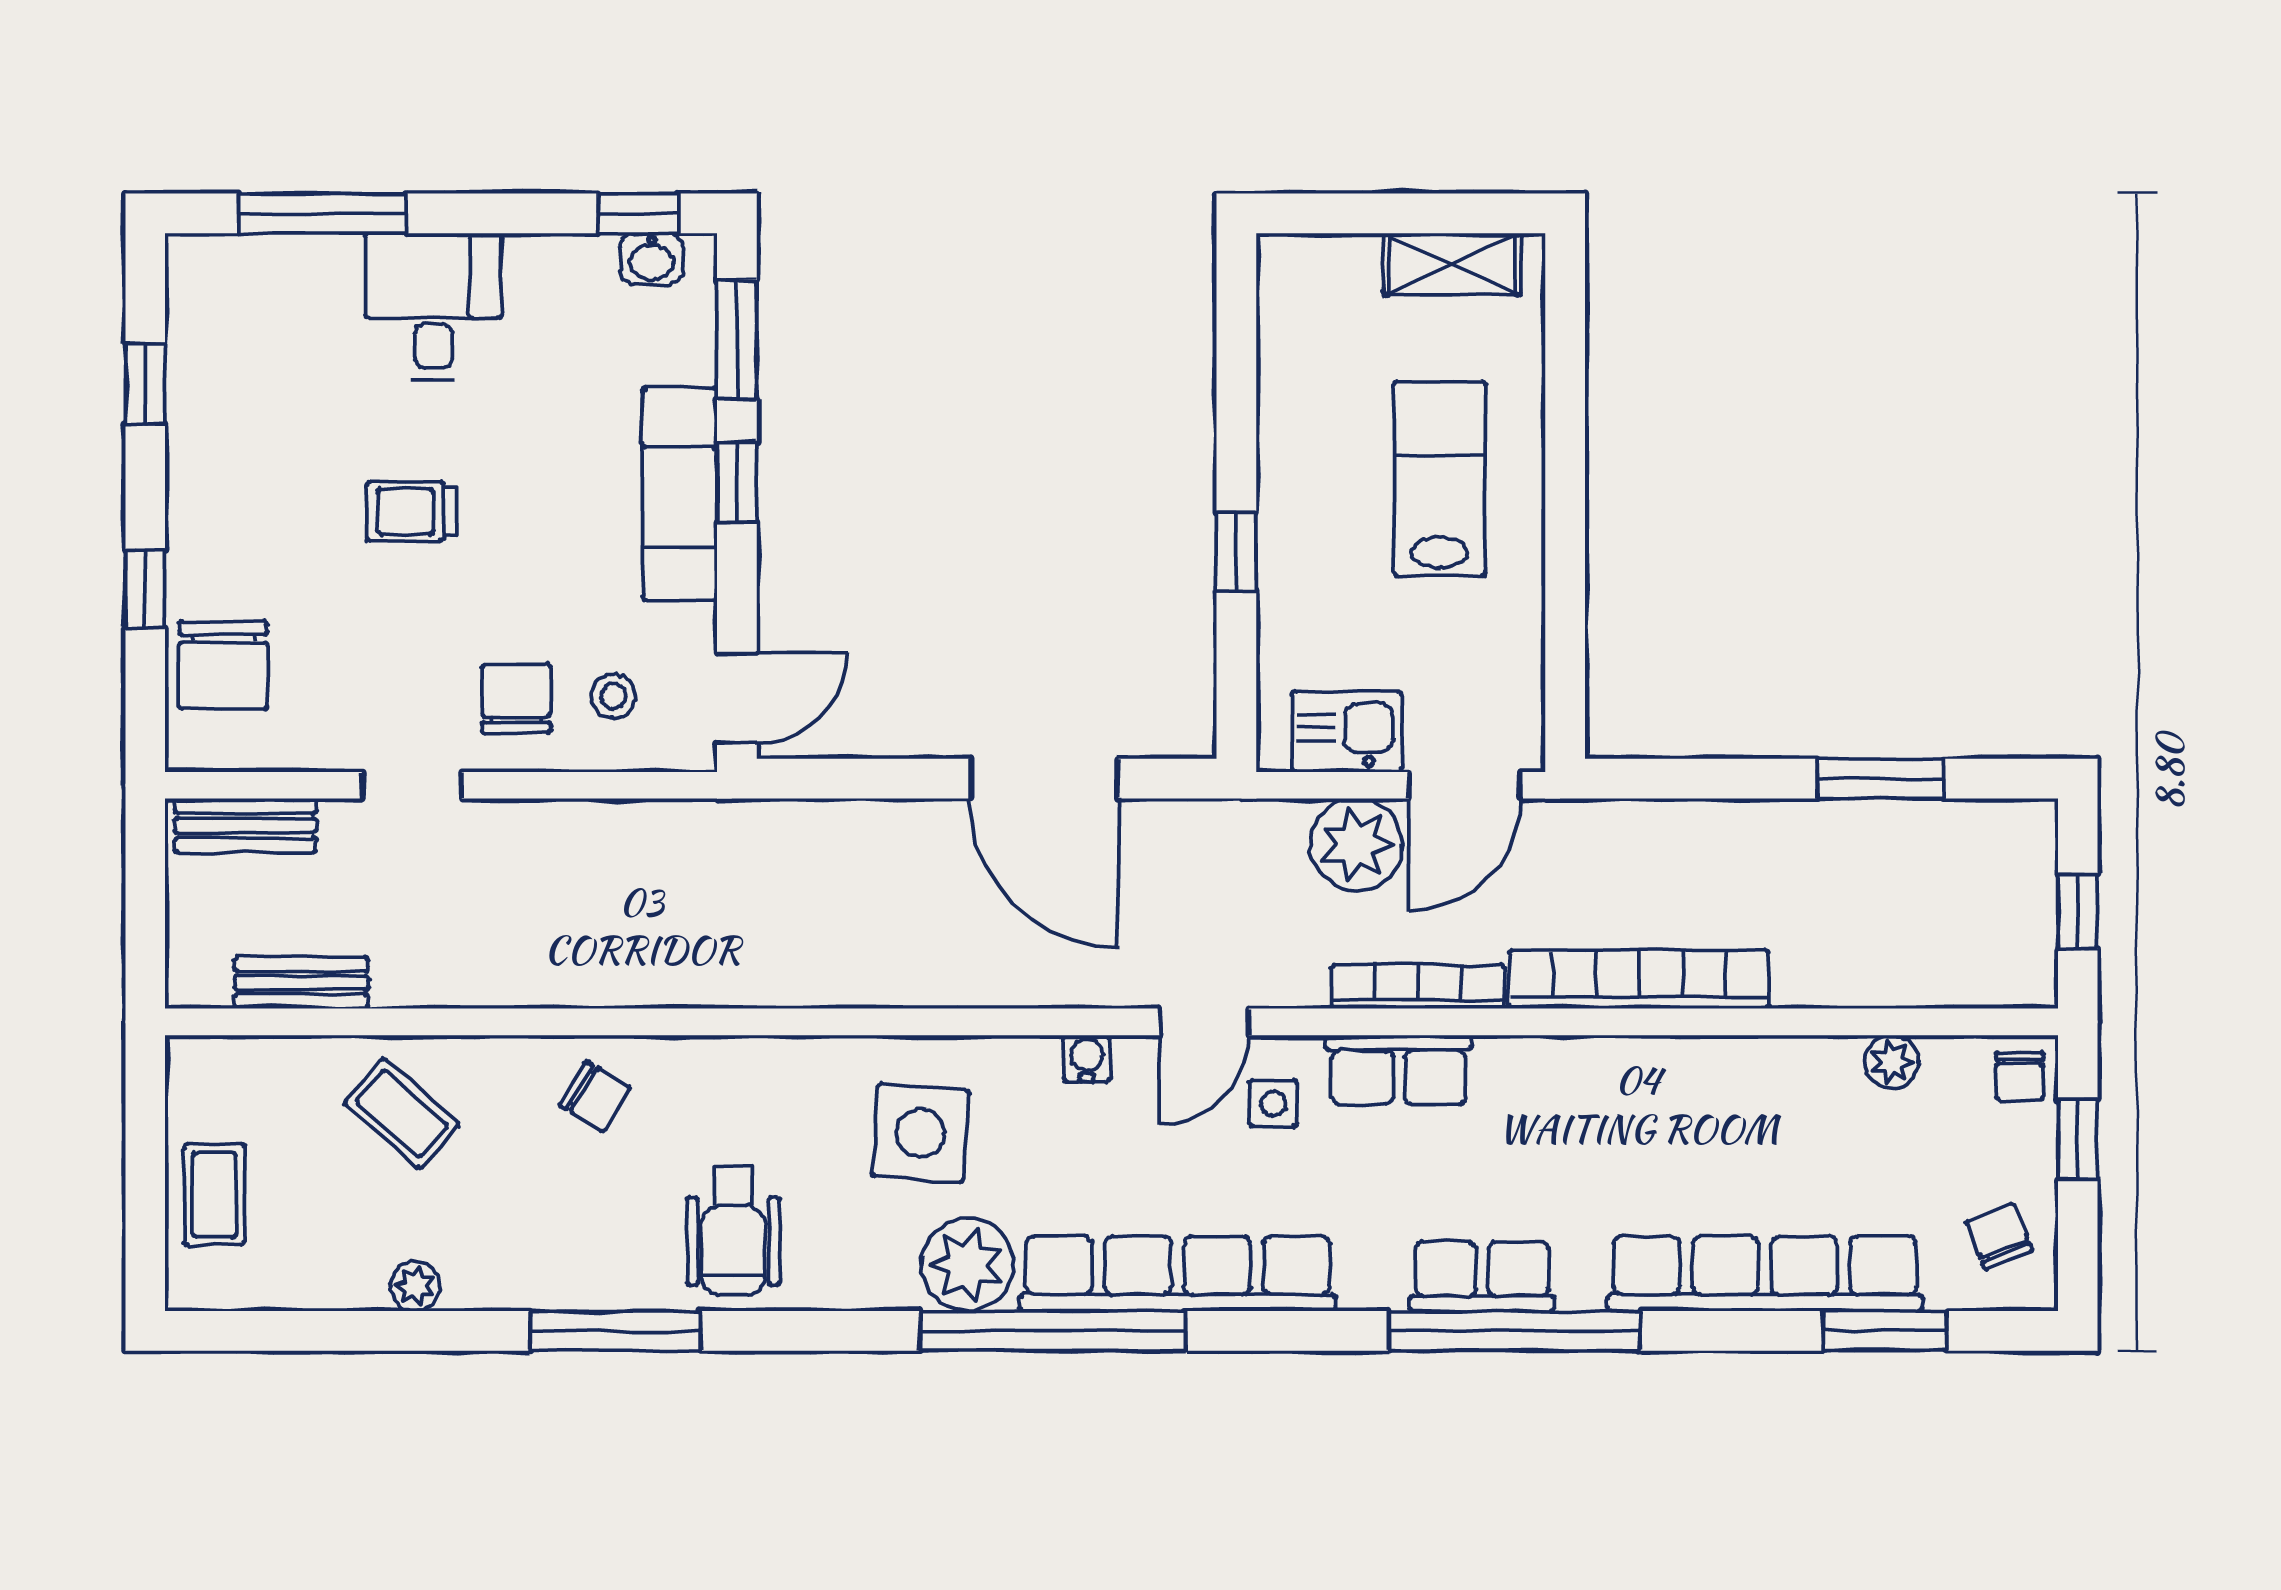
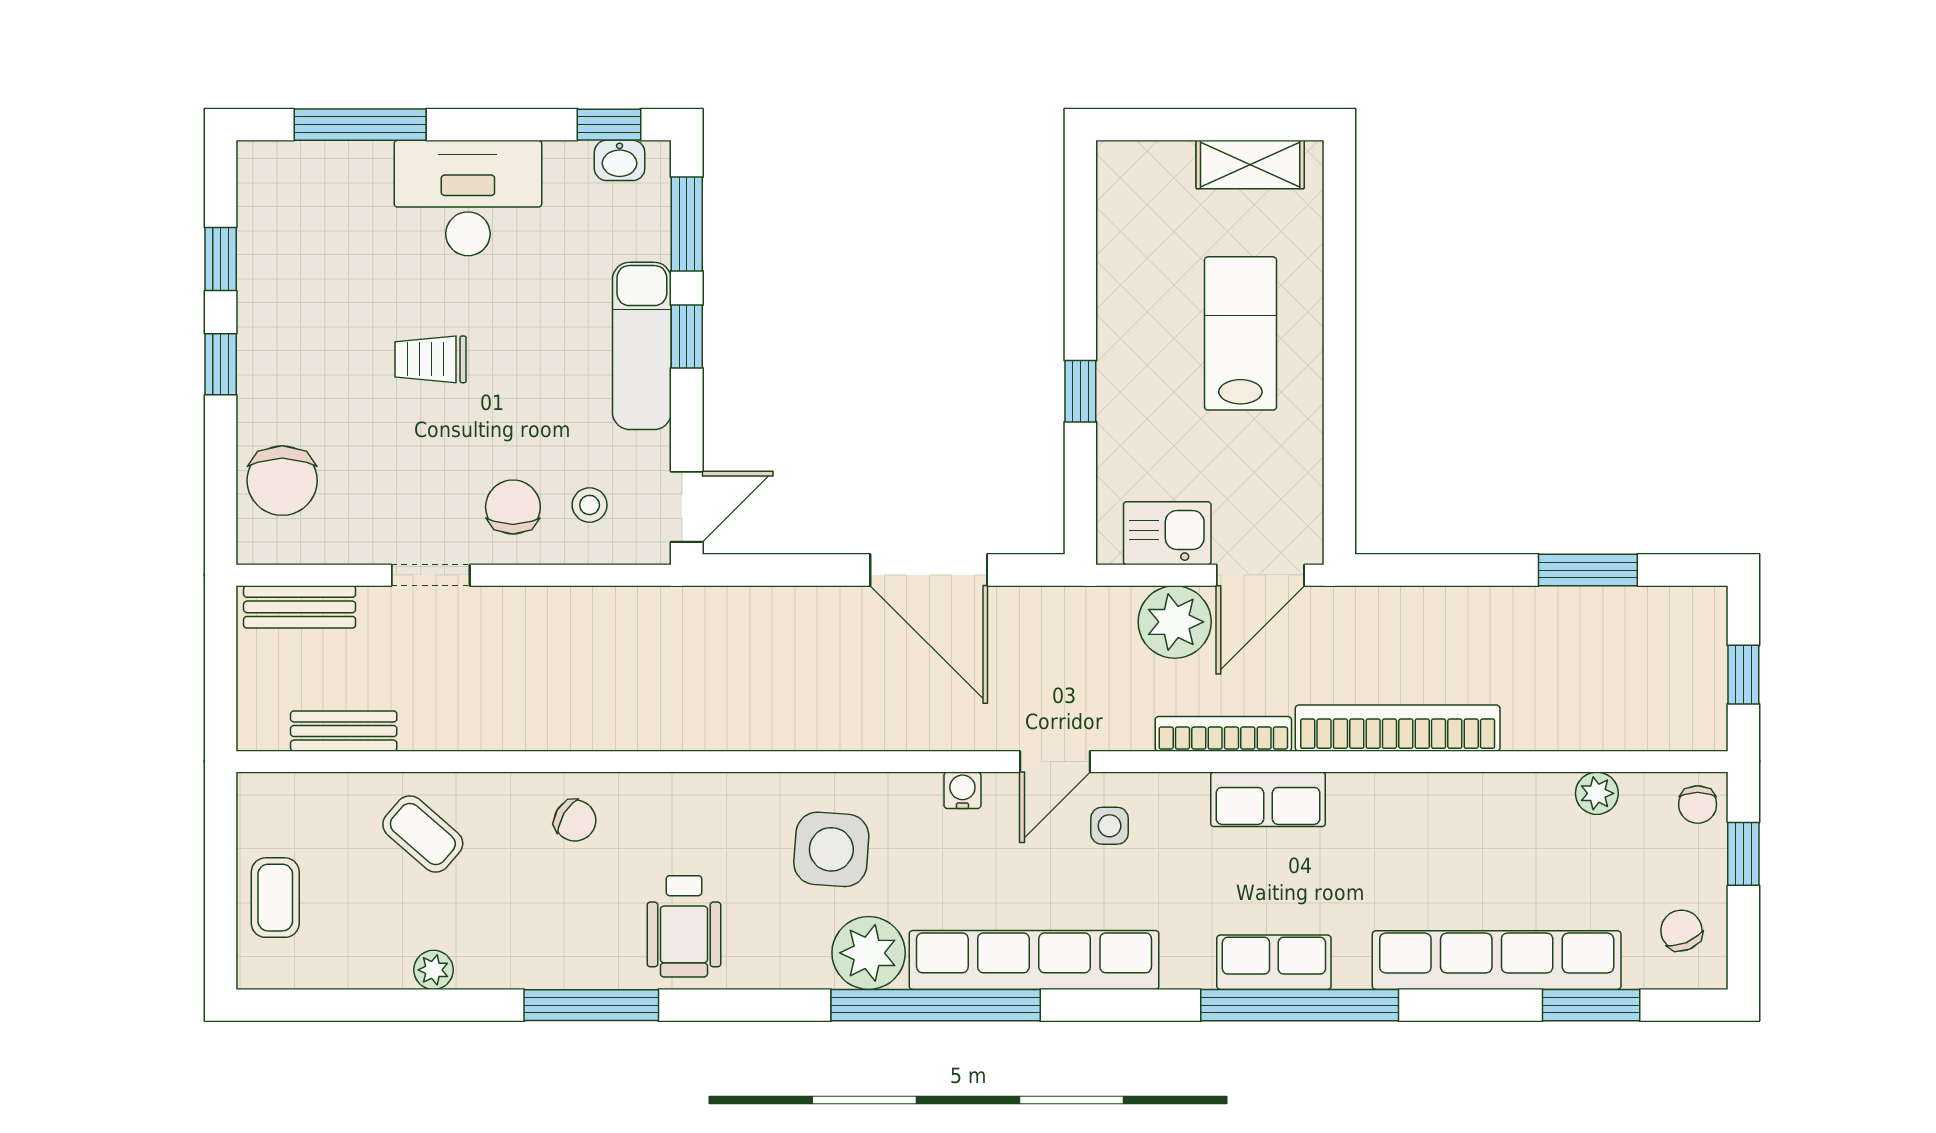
desk: (434, 306) -> (468, 198), width x1.37
window: (145, 589) -> (221, 364), moved
row of seats: (1399, 1070) -> (1268, 799), moved

